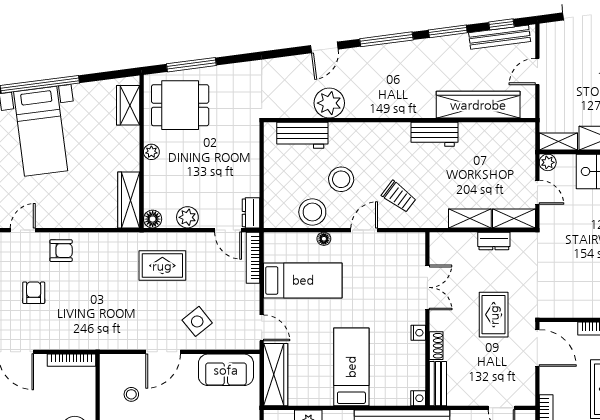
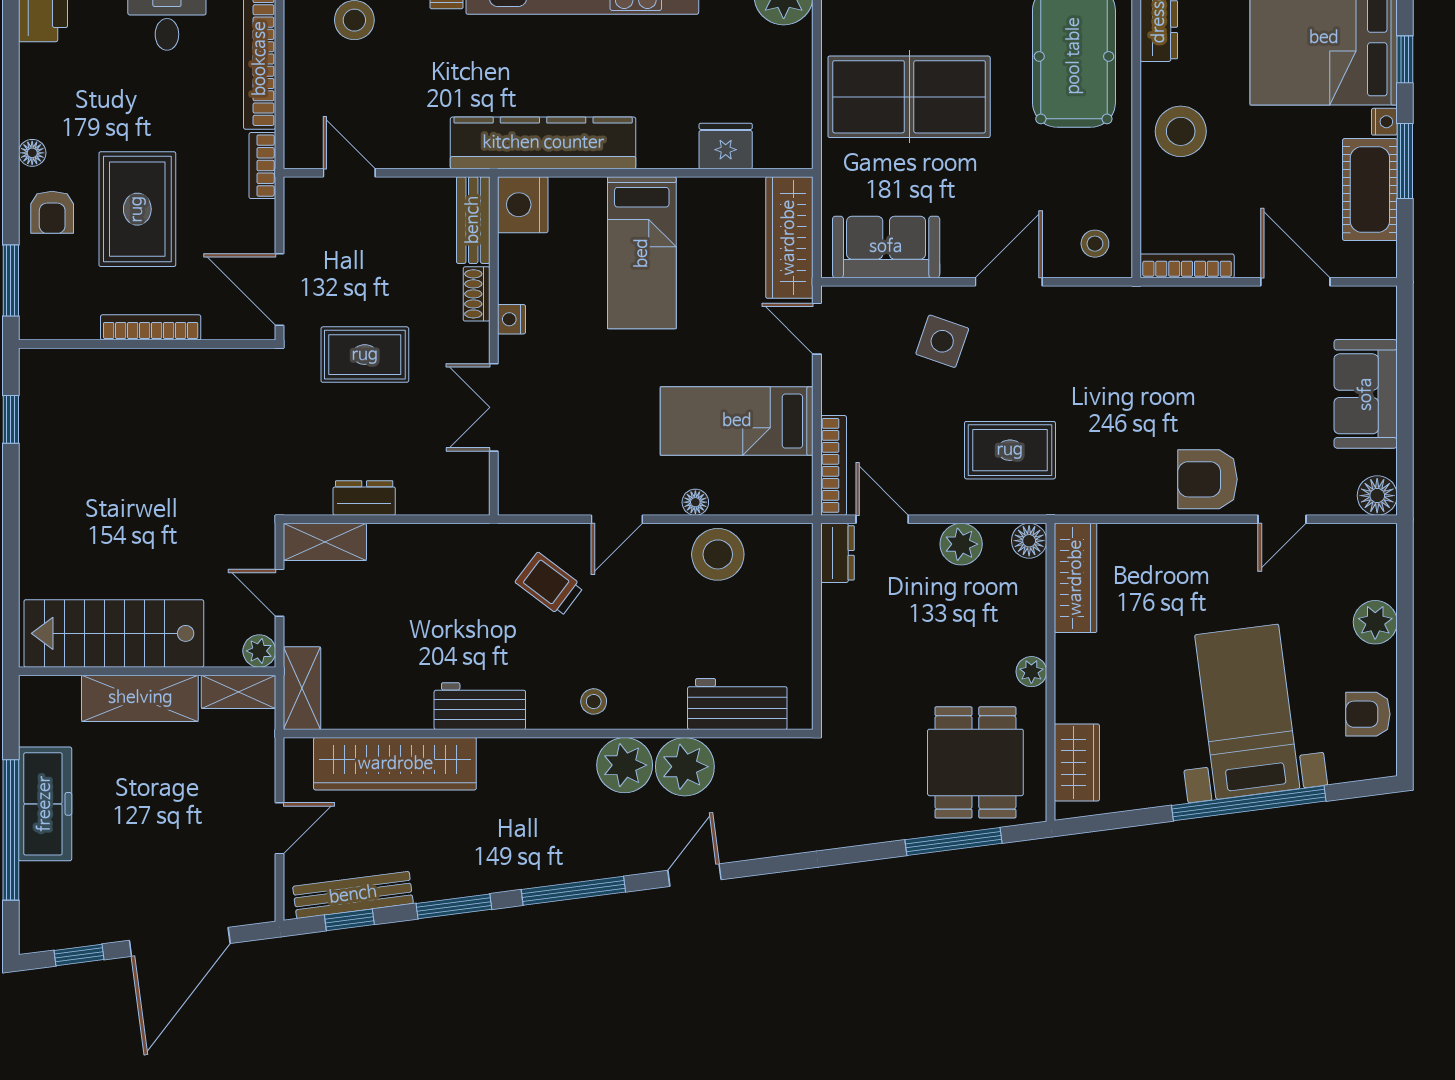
plant: (360, 104) -> (625, 765), added
dining table: (180, 105) -> (975, 762), turned 90
stool: (341, 179) -> (594, 701), moved, width x0.53, depth x0.53
shelving: (470, 218) -> (302, 688), moved, turned 90
armchair: (61, 251) -> (1207, 479), width x1.38, depth x1.38
armchair: (34, 293) -> (1261, 397), removed
rug: (494, 315) -> (365, 355), turned 90
side table: (197, 321) -> (942, 341), turned -32
stool: (131, 394) -> (1095, 244), moved
nightstand: (418, 398) -> (523, 205), width x1.89, depth x1.79

